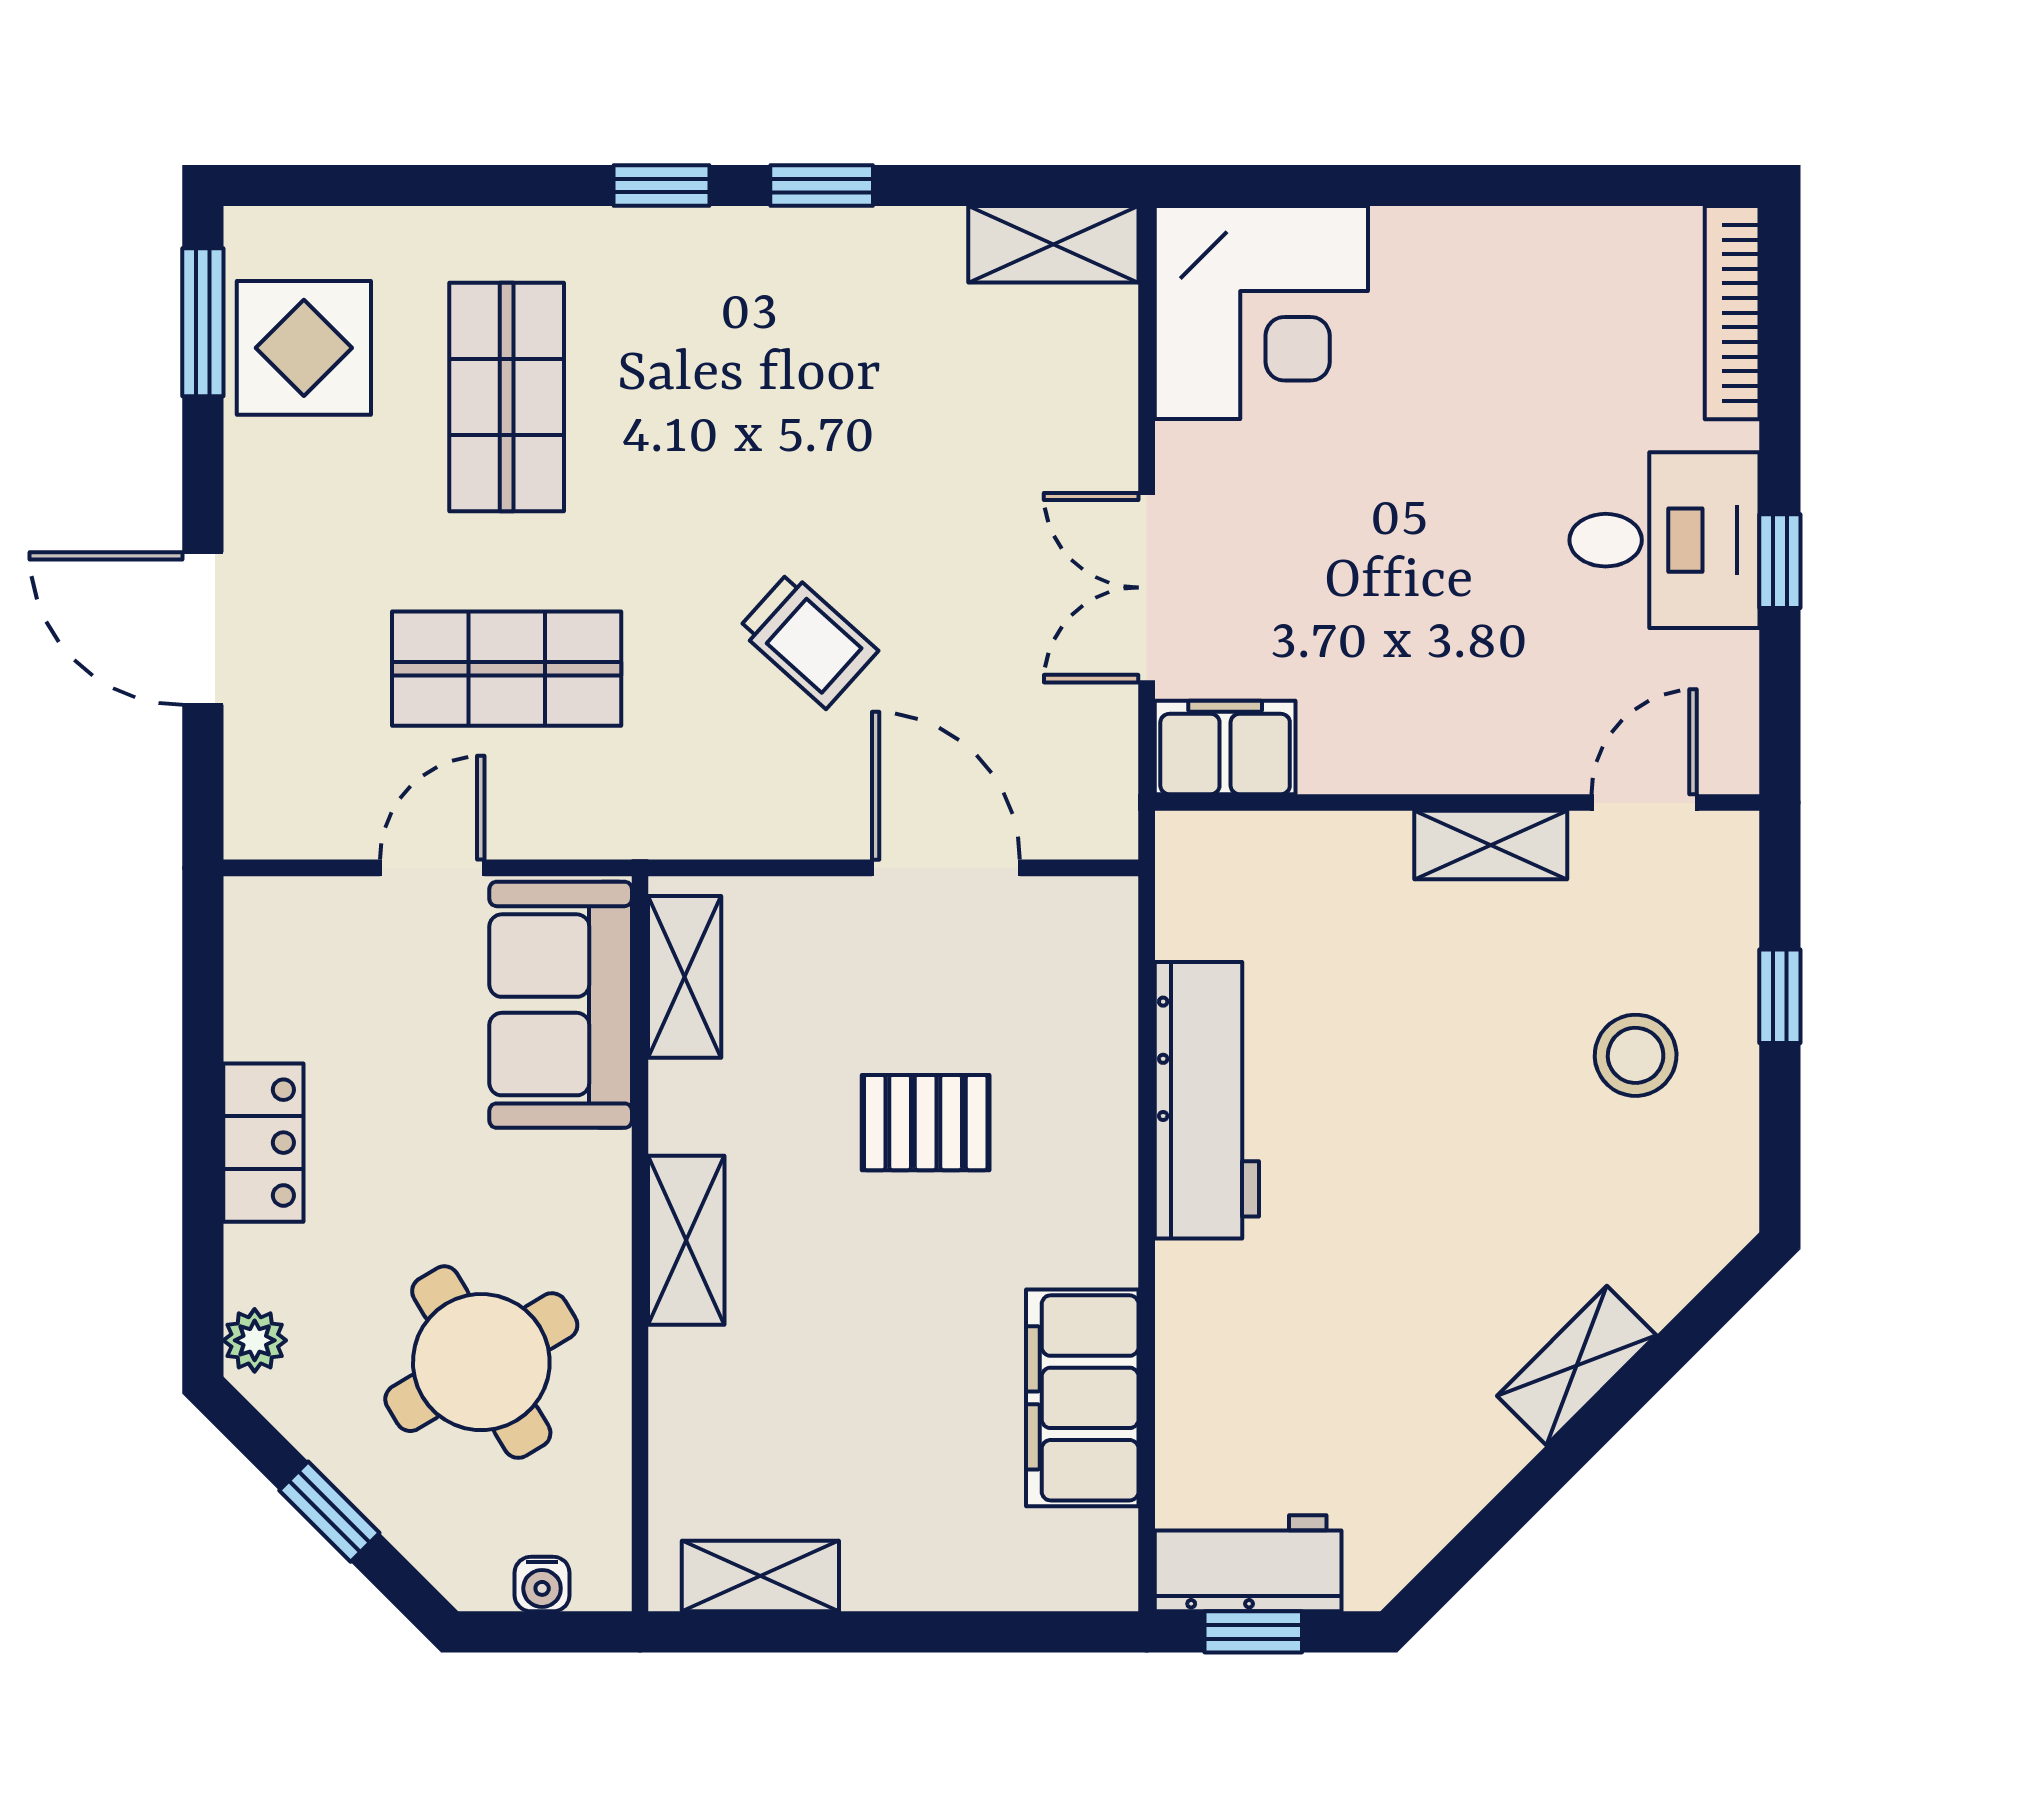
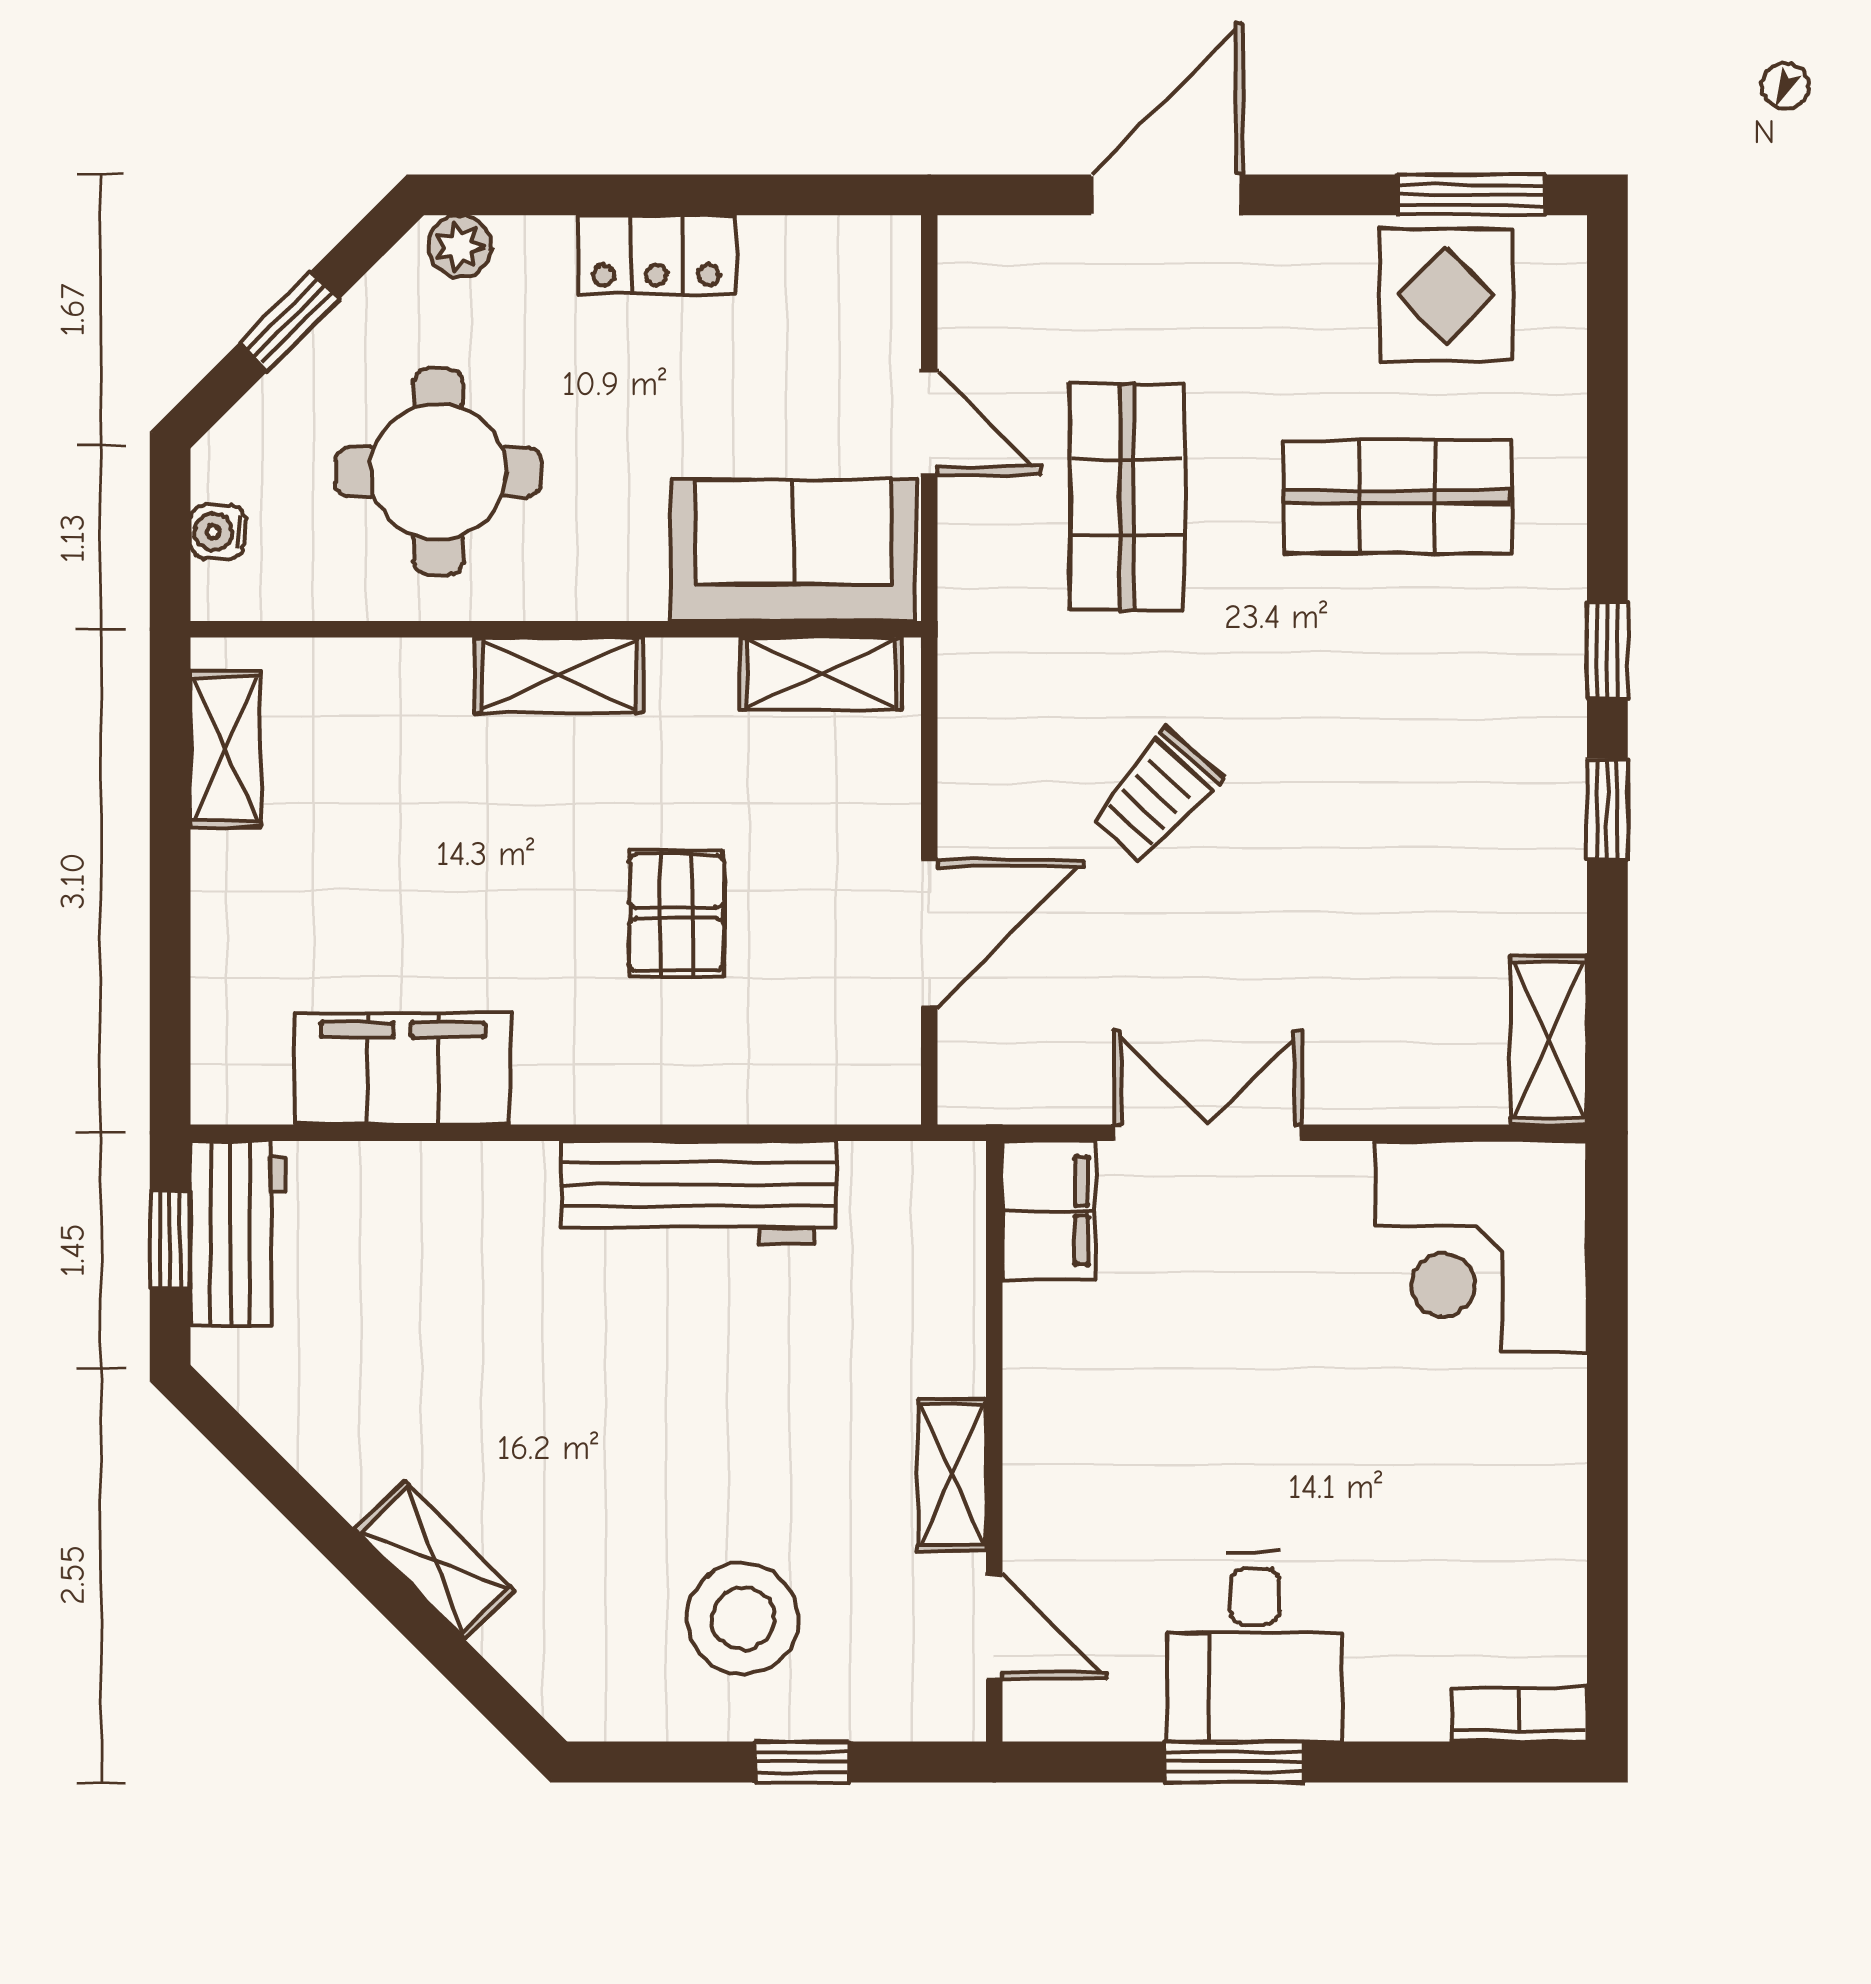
bookcase: (1732, 313) -> (1519, 1715), width x0.64
window: (1780, 561) -> (1234, 1762), width x1.50
stool: (1636, 1055) -> (743, 1619), width x1.38, depth x1.38
round table: (481, 1362) -> (438, 472), turned 31

